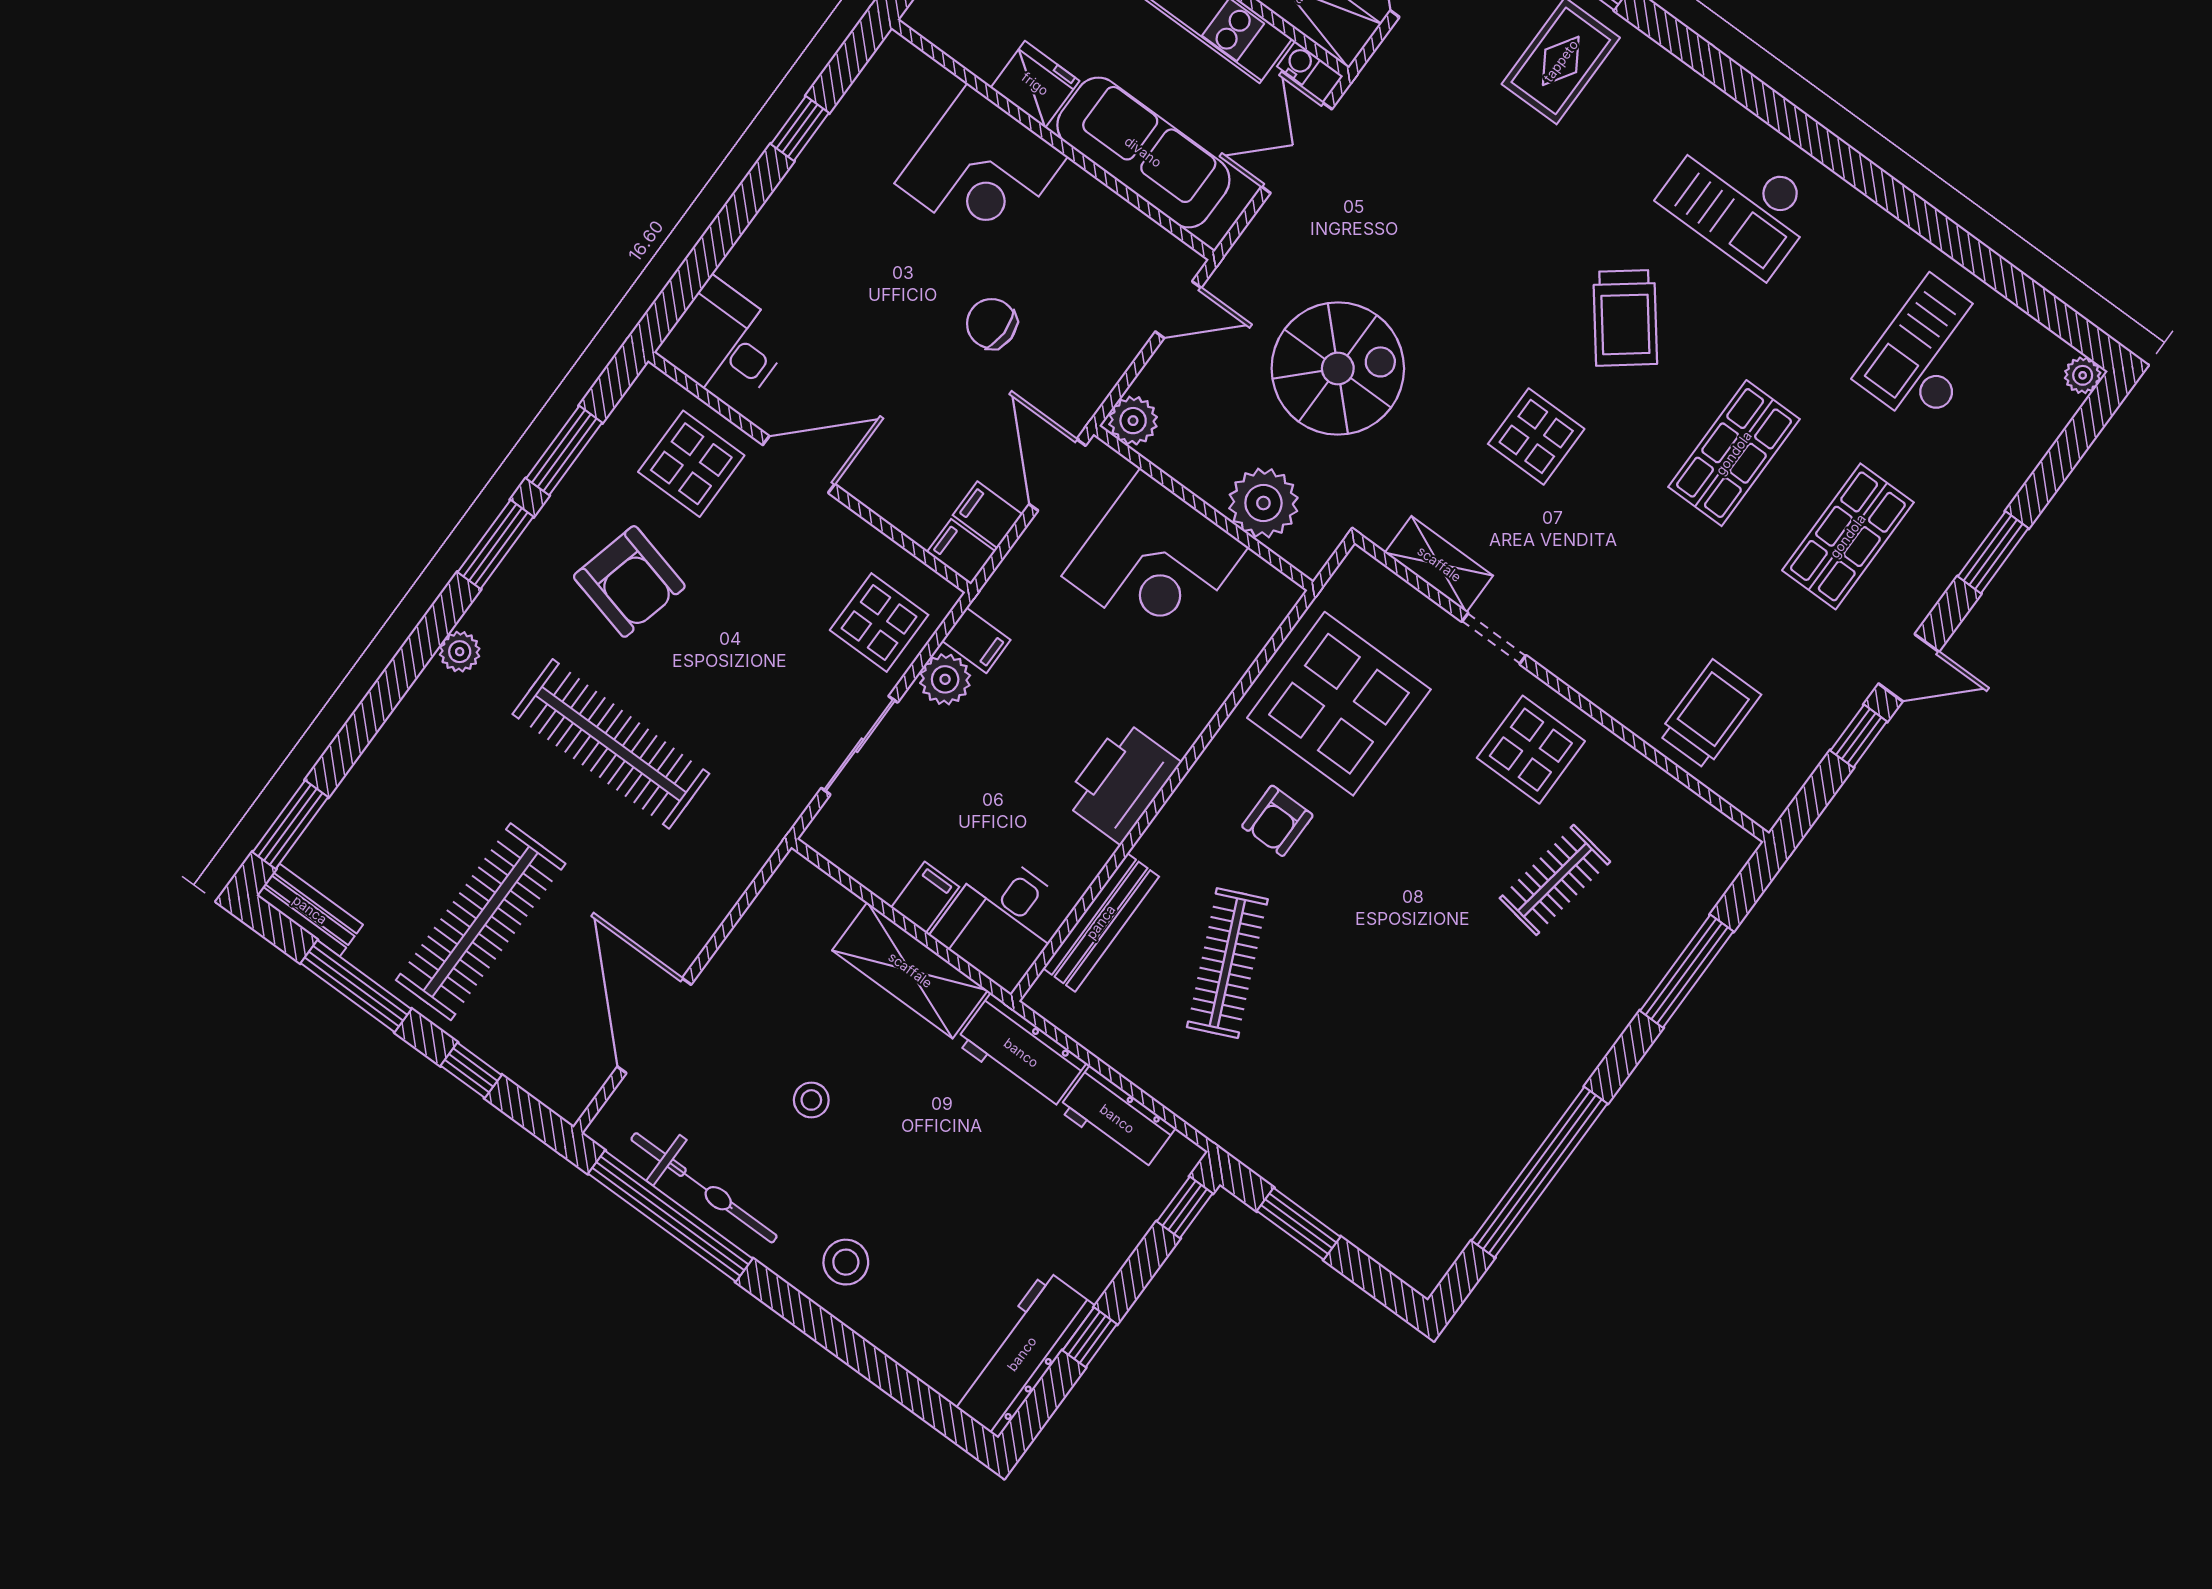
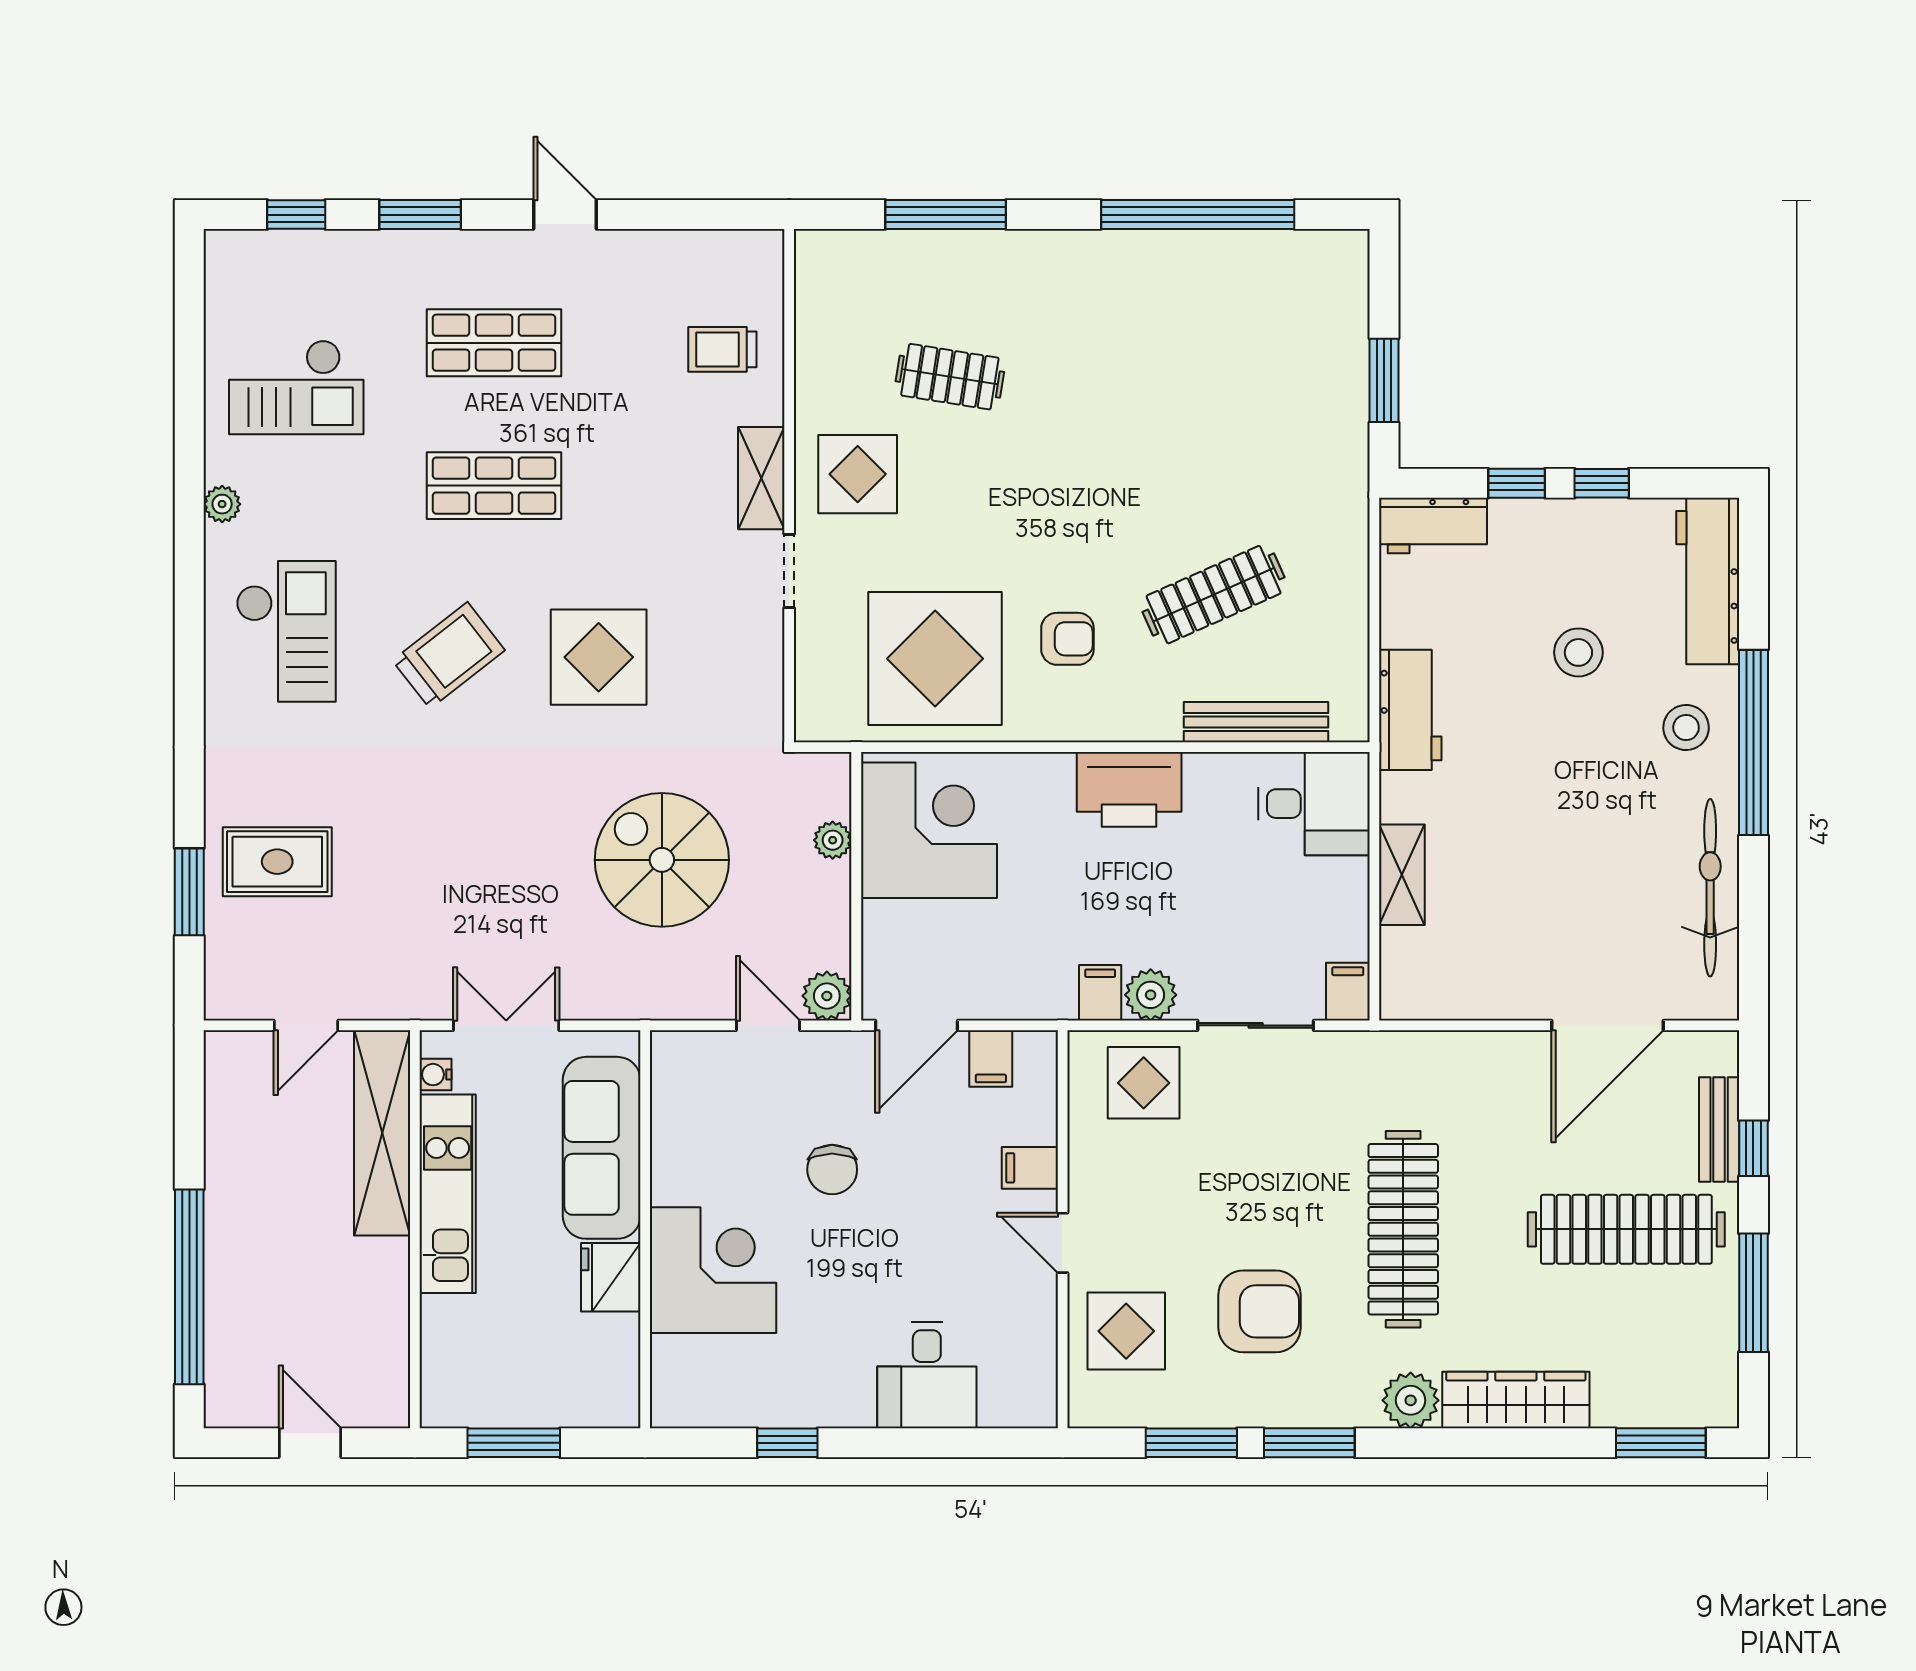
double door: (1297, 148) -> (506, 1025), swing flipped
door: (1178, 310) -> (768, 1025), moved
desk: (725, 344) -> (927, 1375), moved
plant: (2083, 375) -> (222, 504), moved
display table: (1536, 436) -> (599, 657), width x1.36, depth x1.36
door: (799, 464) -> (1063, 1243), width x0.73
plant: (1263, 503) -> (833, 840), width x0.53, depth x0.53
filing cabinet: (961, 552) -> (1030, 1168), moved, turned 90
corner desk: (1155, 562) -> (929, 830), moved
shelving: (1439, 564) -> (761, 478), moved
armchair: (629, 581) -> (1260, 1311), turned 76
plant: (460, 652) -> (1411, 1400), width x1.38, depth x1.38
trolley: (1709, 714) -> (722, 349), width x0.73, depth x0.72
wardrobe: (409, 734) -> (1516, 1400), added
window: (1859, 736) -> (296, 215), moved
filing cabinet: (925, 897) -> (1348, 992), moved, turned 90
bench: (310, 910) -> (1719, 1129), moved
shelving: (910, 970) -> (1402, 875), width x0.67, depth x0.75
stool: (811, 1100) -> (1578, 652), moved, width x1.37, depth x1.37
workbench: (1117, 1119) -> (1433, 525), moved, turned 90
window: (1185, 1207) -> (1517, 483), moved
window: (670, 1216) -> (1753, 742), moved
workbench: (1022, 1354) -> (1708, 581), moved, turned 90

